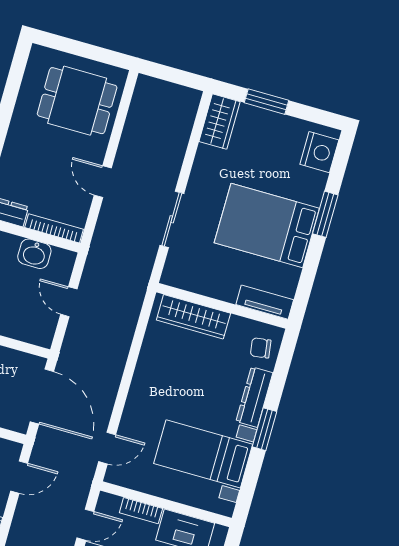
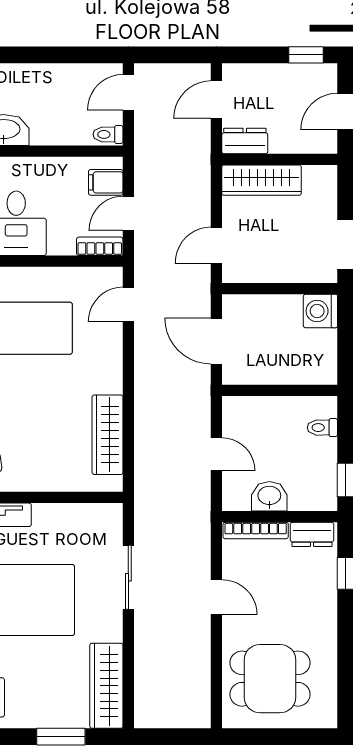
wardrobe: (219, 122) -> (106, 686), width x1.50
wardrobe: (193, 317) -> (108, 435), moved, turned -90
door: (42, 397) -> (216, 341), width x0.73
bookcase: (141, 511) -> (100, 246), moved

